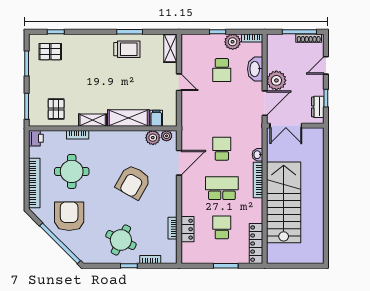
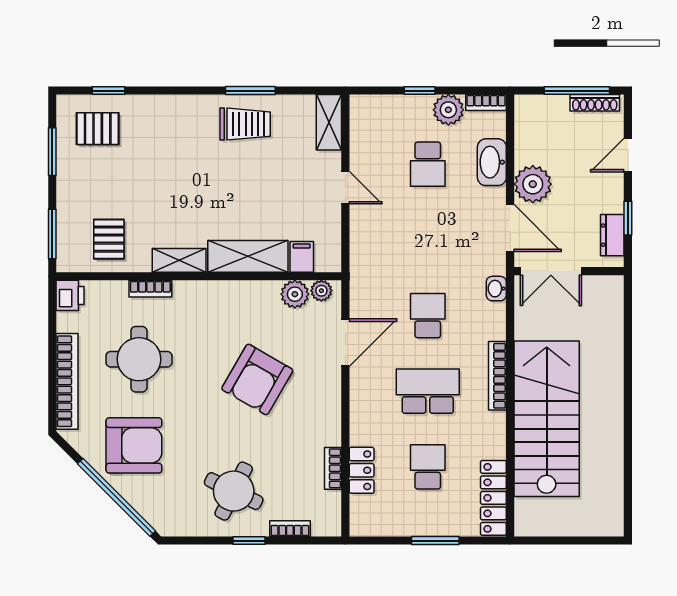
door: (265, 103) -> (510, 228), hinge flipped
washbasin: (257, 155) -> (496, 289), moved
armchair: (69, 216) -> (134, 445), turned 90

